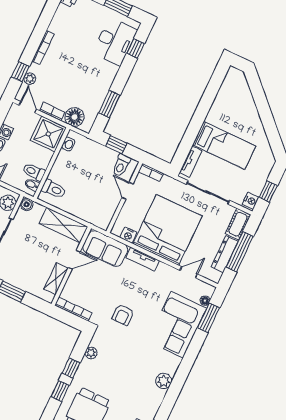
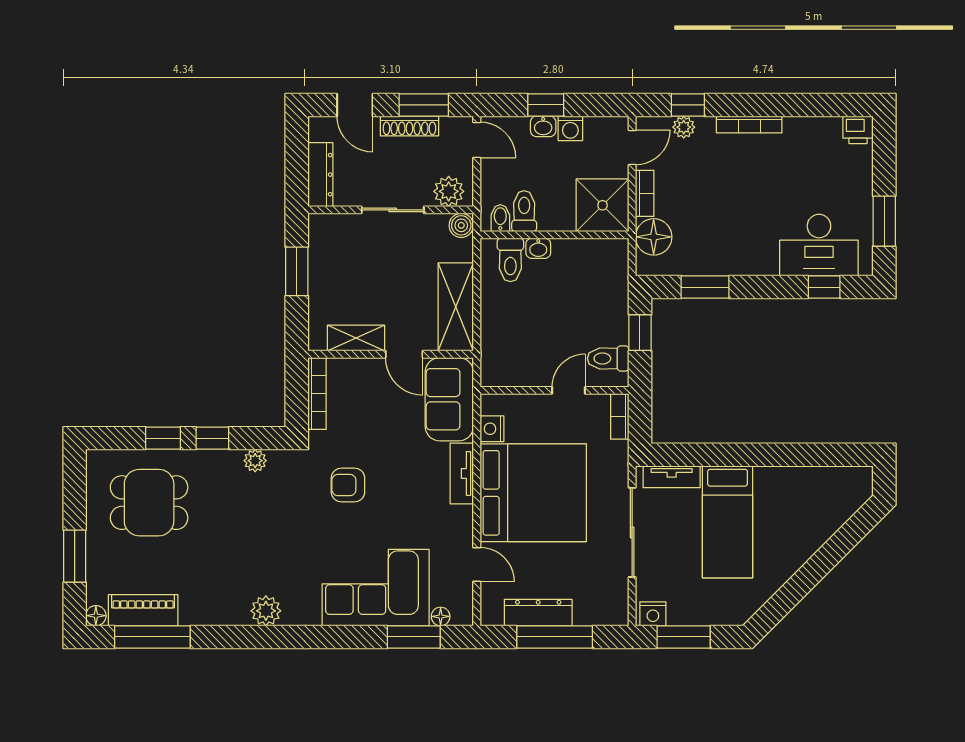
washbasin: (68, 144) -> (538, 248), moved
window: (268, 191) -> (684, 637), width x1.50
cot: (238, 224) -> (602, 611), removed

